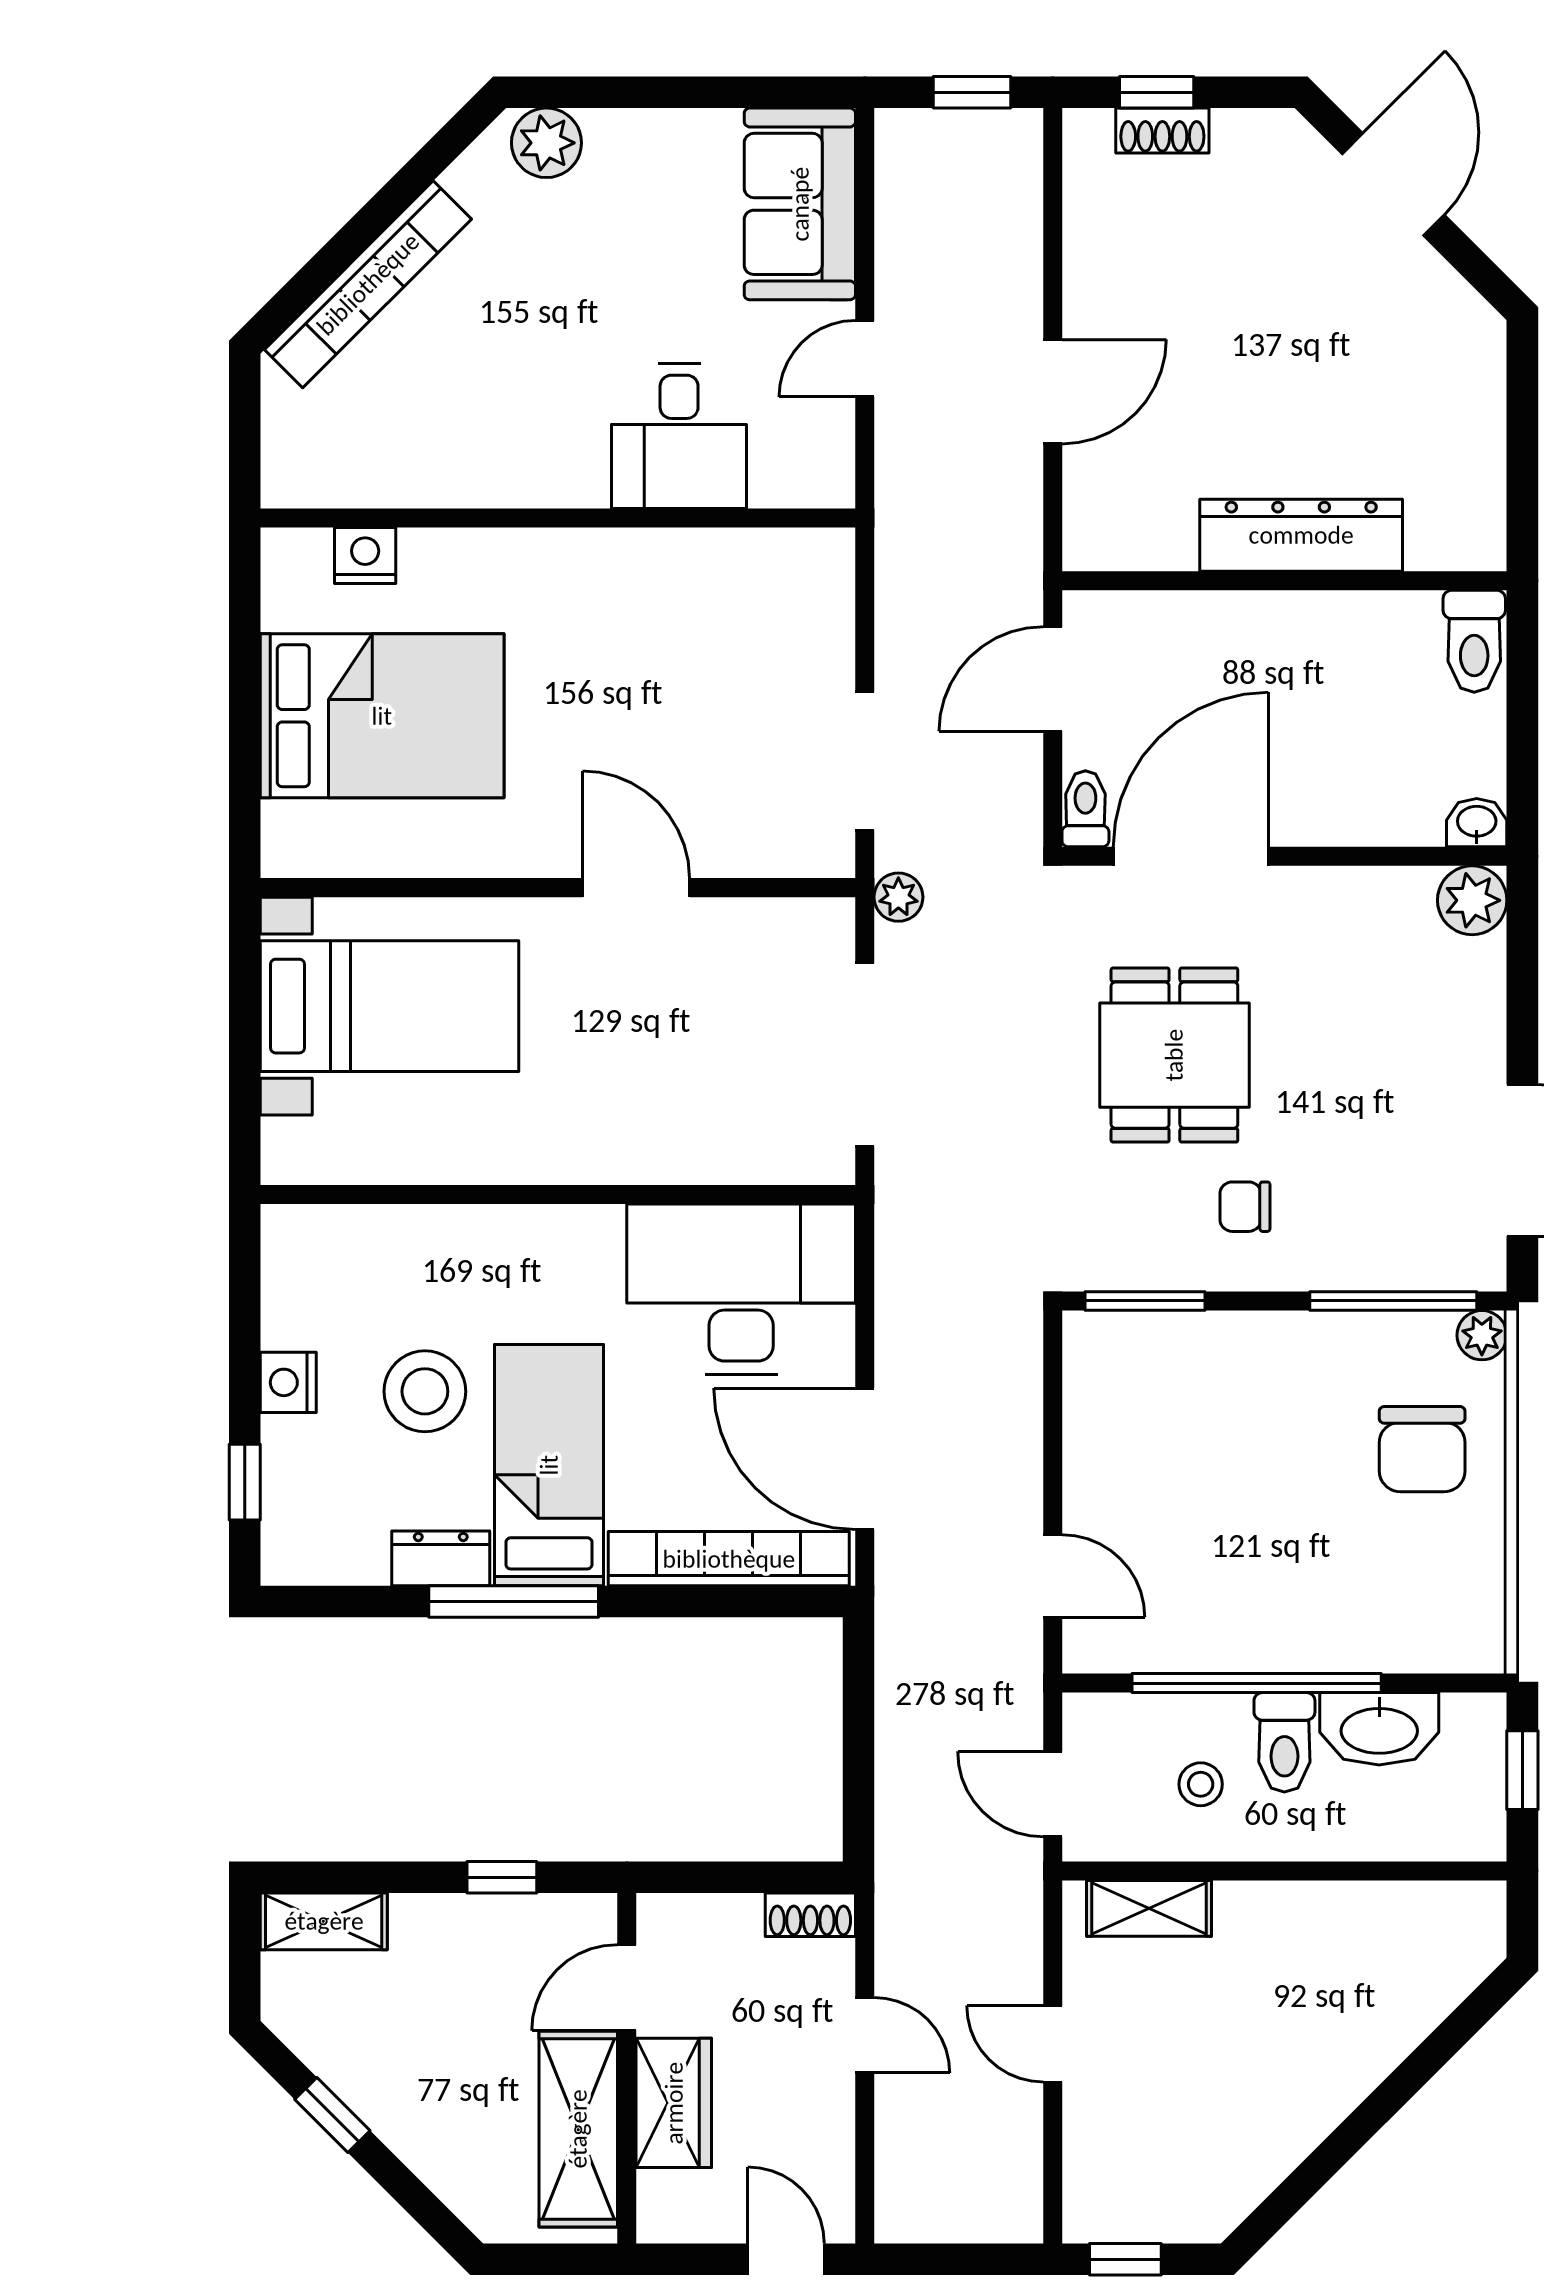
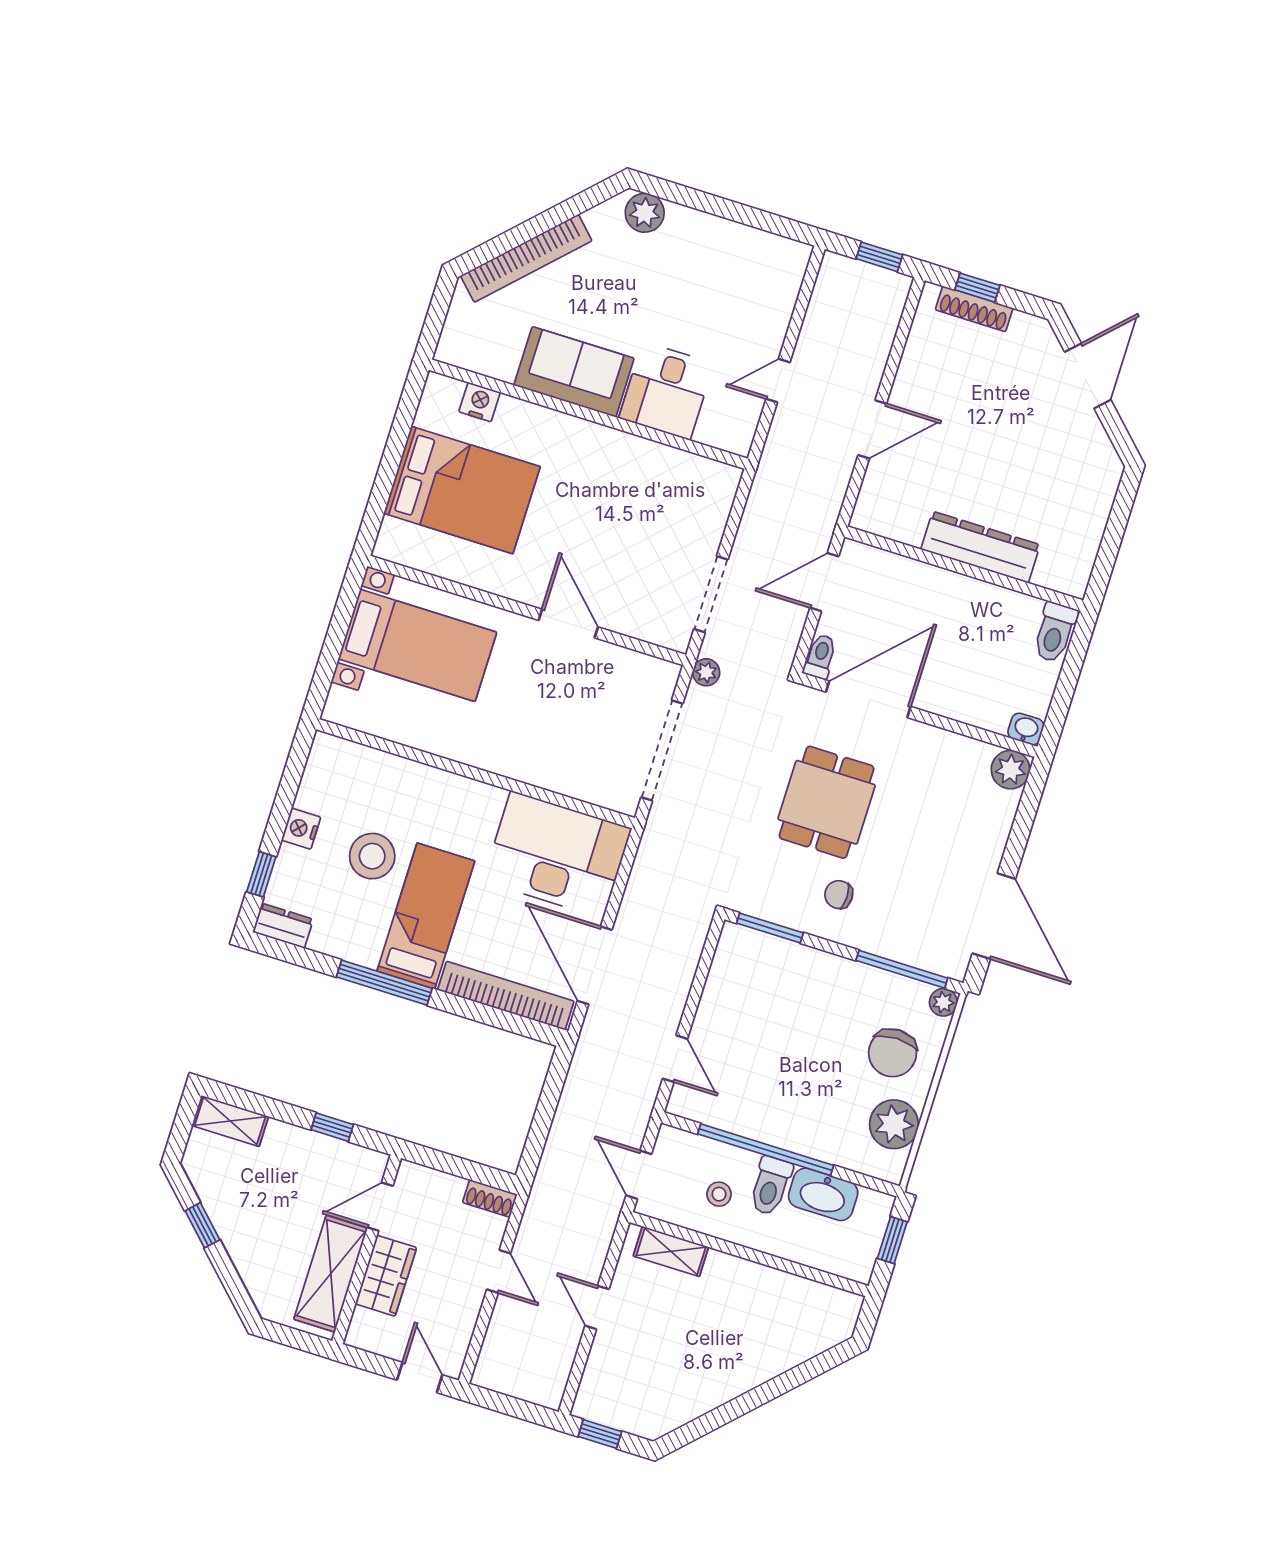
shoe rack: (1162, 130) -> (974, 309), width x1.43
sofa: (800, 204) -> (574, 372), moved, turned 90
dresser: (441, 1558) -> (283, 926), moved
plant: (1463, 1571) -> (894, 1124), added

